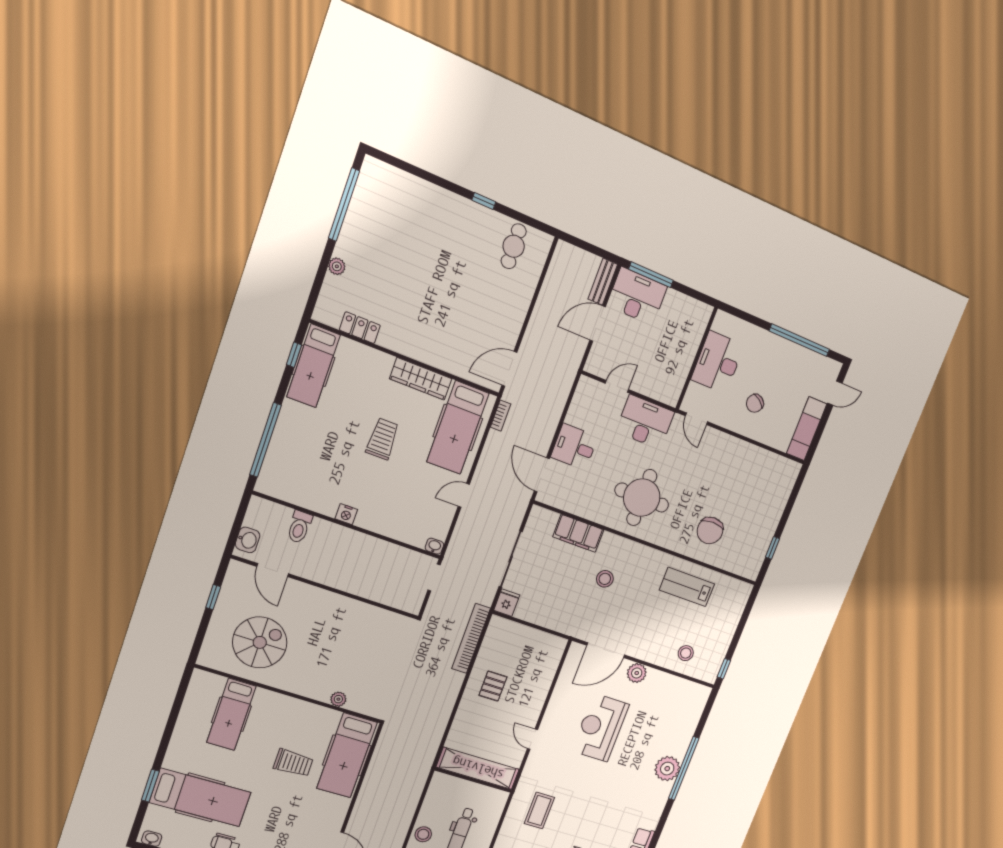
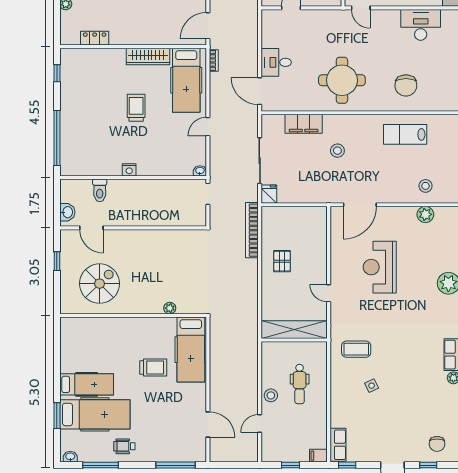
hospital bed: (313, 366) -> (72, 76), removed
desk: (645, 422) -> (421, 25), moved
plant: (637, 673) -> (425, 214), moved
hospital bed: (231, 714) -> (87, 384), moved, turned -90
coffee table: (539, 810) -> (356, 349), turned 90

